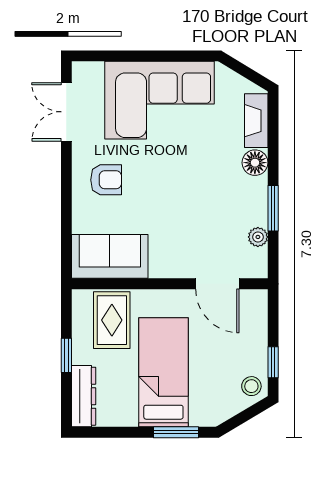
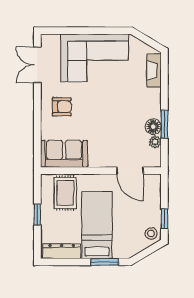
floor lamp: (255, 163) -> (153, 127), moved
dresser: (84, 396) -> (62, 251), moved, turned -90

